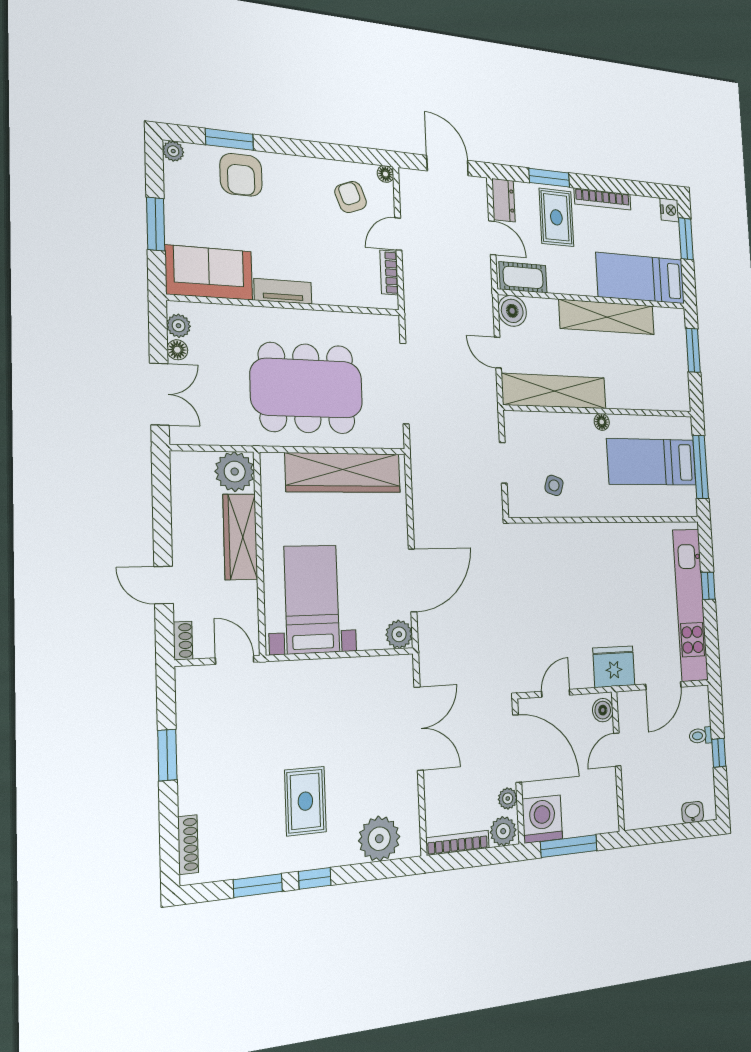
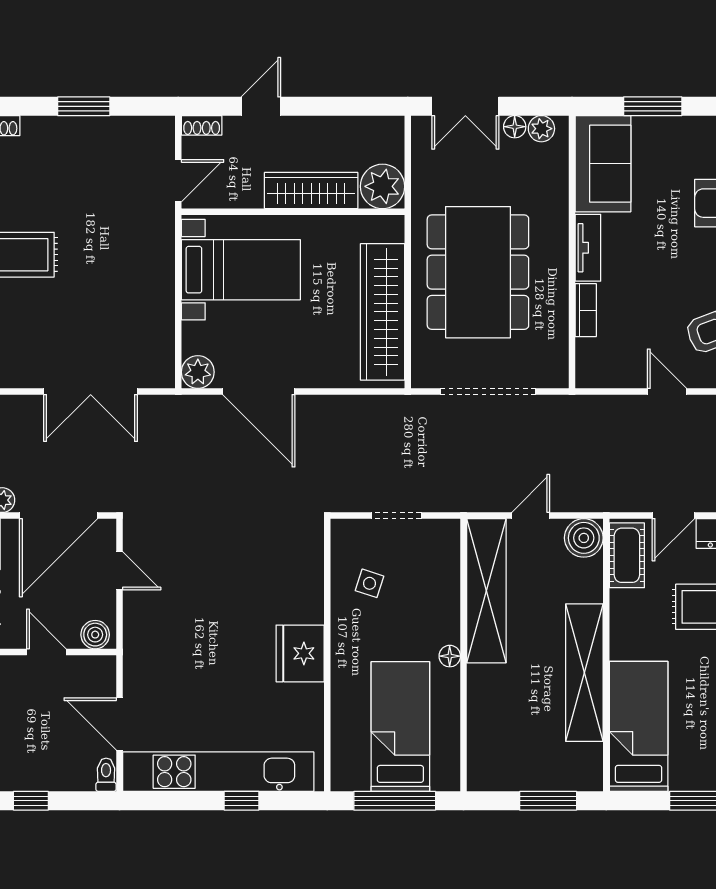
bookcase: (389, 272) -> (586, 310), moved, turned 90
fridge: (614, 667) -> (300, 653), moved, turned 180
toilet: (701, 736) -> (106, 775), moved

